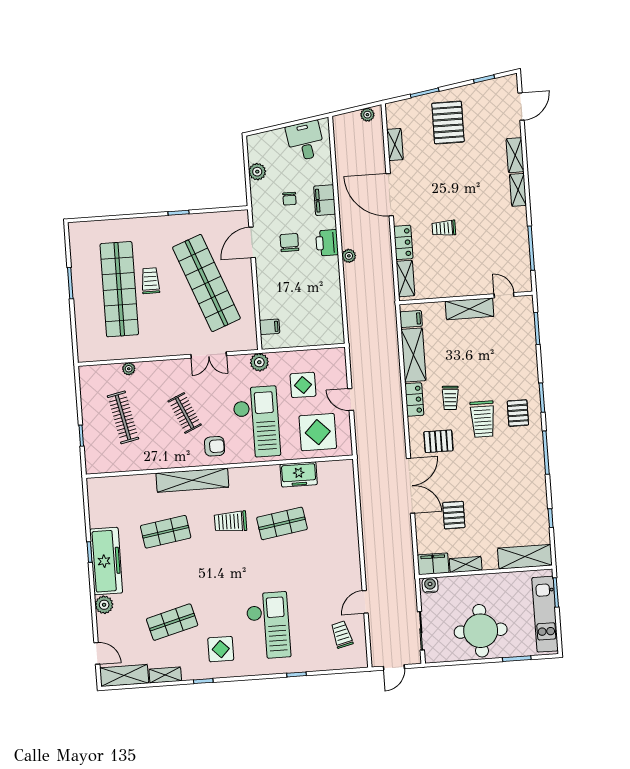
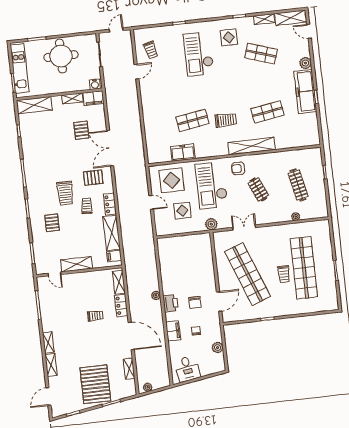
pallet: (448, 123) -> (95, 384), width x1.37, depth x1.41
filing cabinet: (270, 327) -> (206, 247), removed
pallet: (518, 413) -> (52, 223), moved
trolley: (483, 419) -> (65, 193), turned 180
shop shelf: (172, 622) -> (261, 54), turned 33

